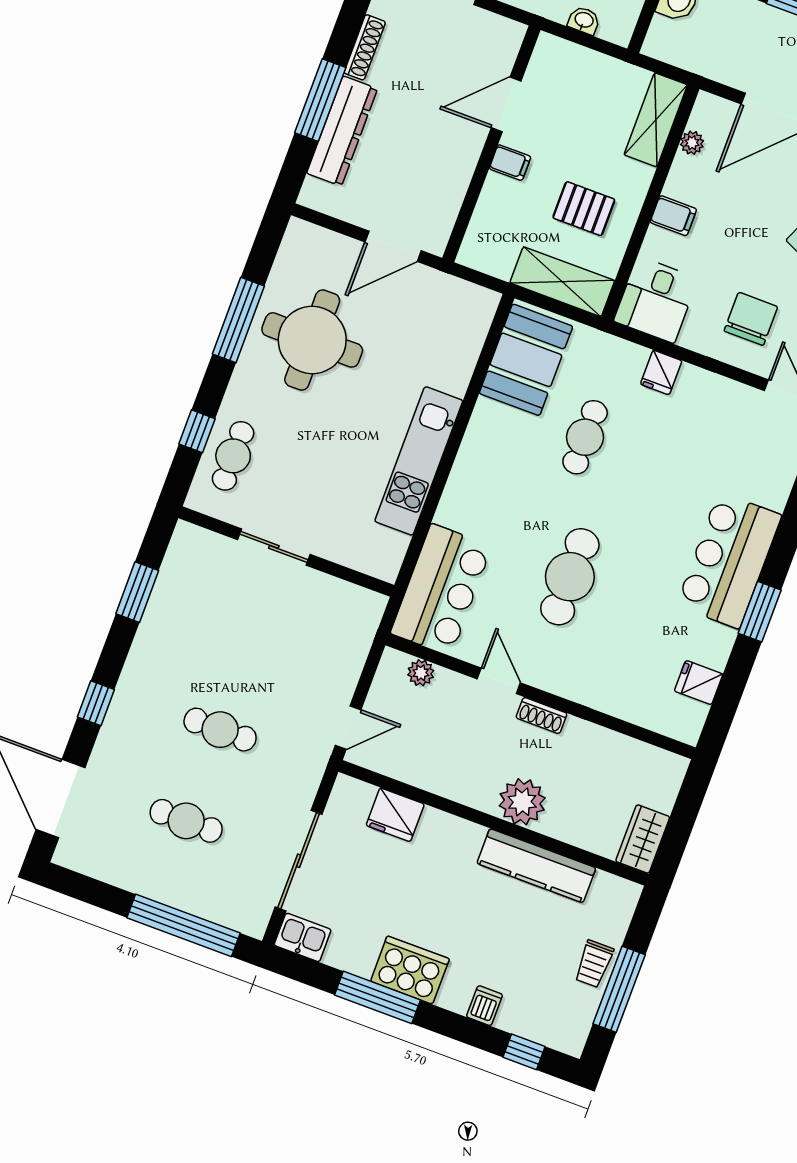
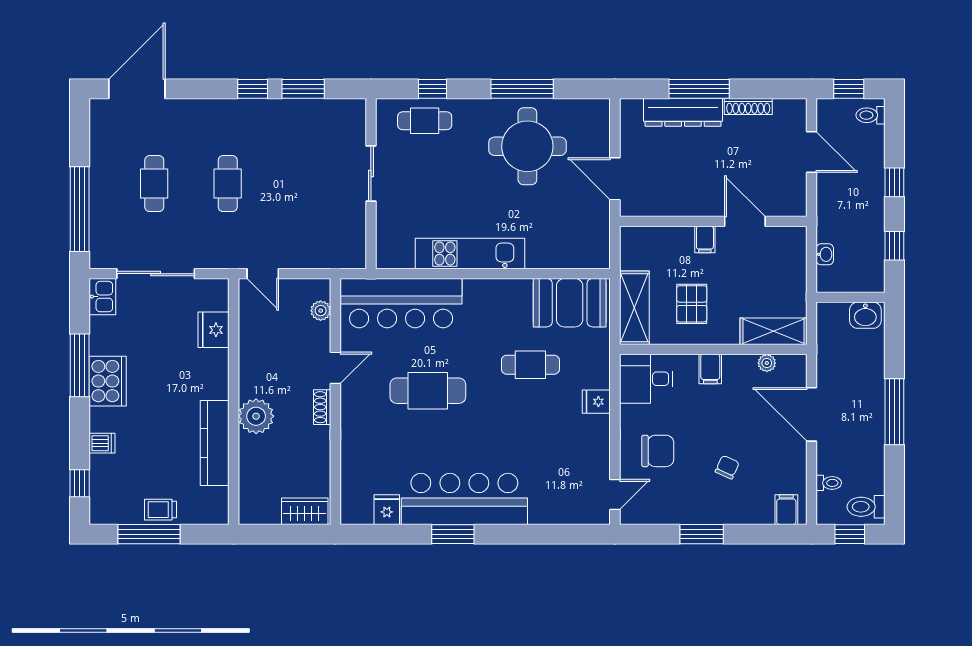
bar counter: (729, 560) -> (464, 499), width x1.36
bar counter: (441, 590) -> (401, 303), width x1.36
window: (96, 703) -> (253, 89), moved
wardrobe: (643, 839) -> (305, 511), moved

